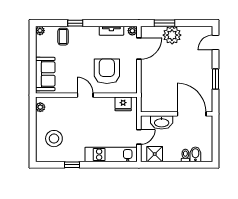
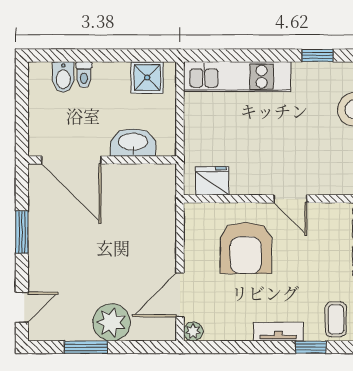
window: (165, 23) -> (86, 347), moved
tv unit: (111, 31) -> (278, 332), moved
door: (139, 137) -> (180, 113), removed

